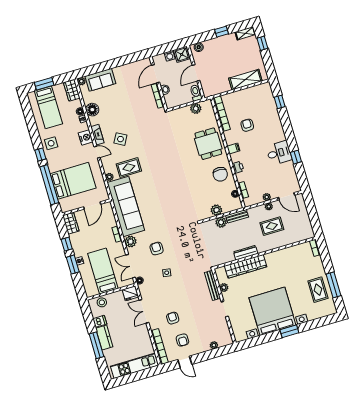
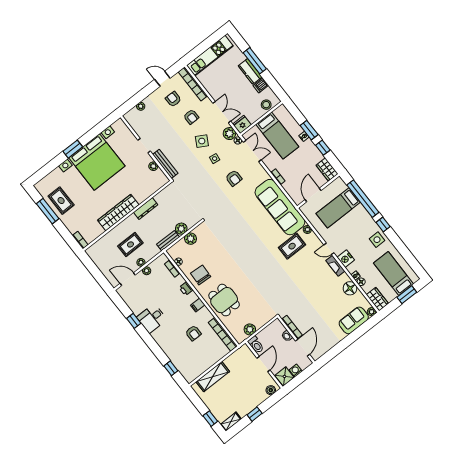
side table: (120, 139) -> (202, 141), moved
bed: (73, 181) -> (338, 208), width x0.67
plant: (131, 242) -> (229, 134), moved
wardrobe: (246, 266) -> (118, 213), moved

